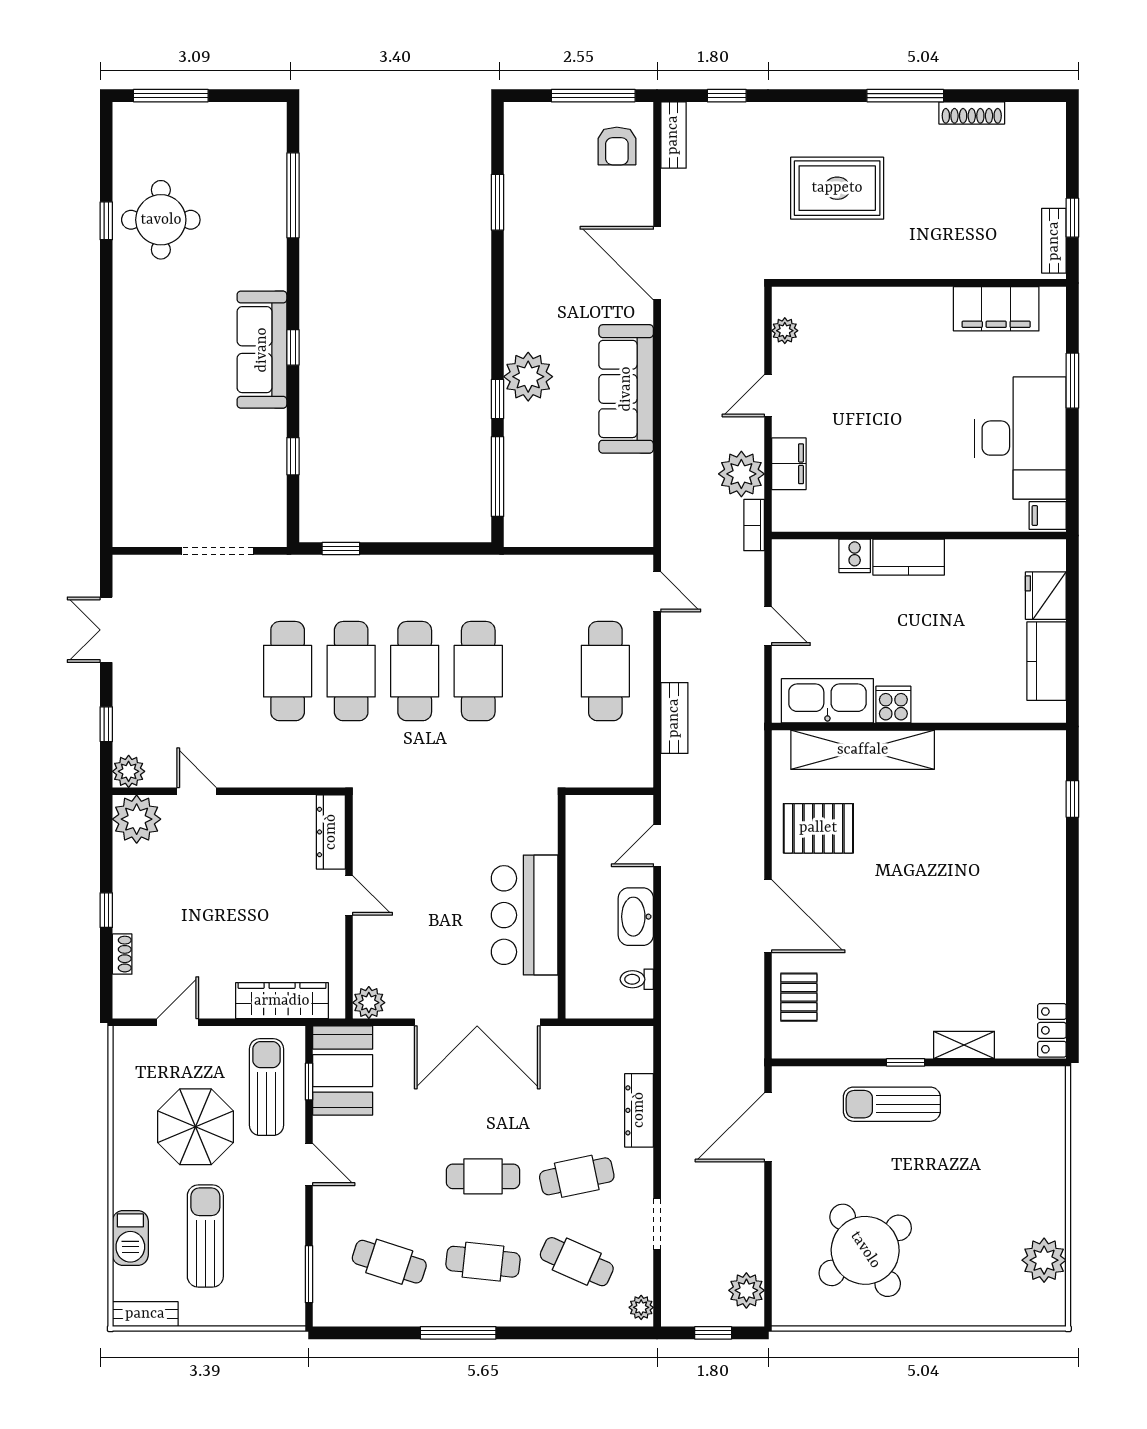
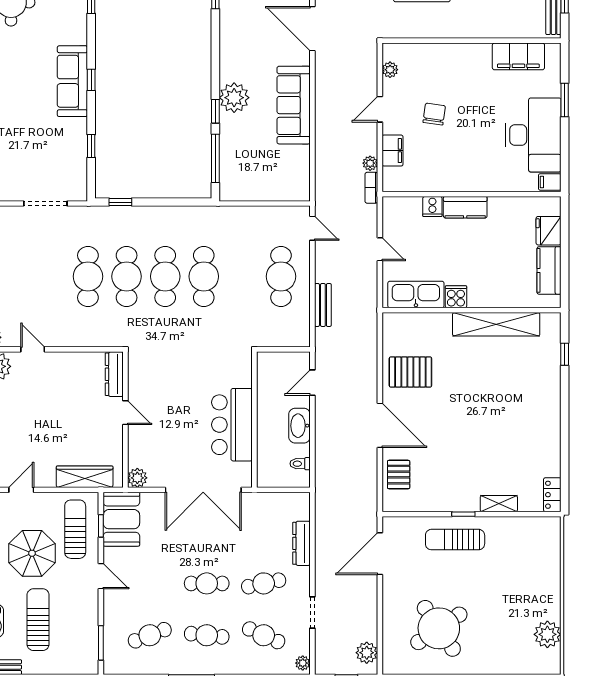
chair: (858, 404) -> (434, 114), added
plant: (741, 474) -> (370, 163), width x0.53, depth x0.53
shelving: (863, 750) -> (496, 324), moved
cafe table: (389, 1262) -> (150, 635), turned -39

